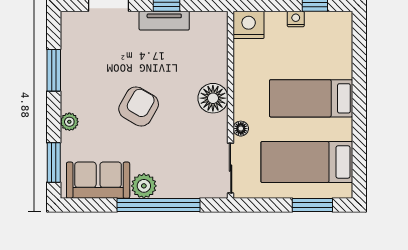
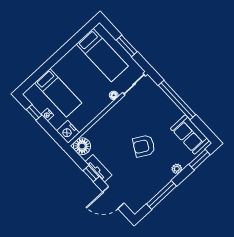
window: (54, 70) -> (161, 195), width x1.44
floor lamp: (213, 98) -> (82, 146), moved
bed: (311, 98) -> (58, 93), moved
plant: (144, 186) -> (175, 113), removed
window: (312, 205) -> (127, 46), moved

